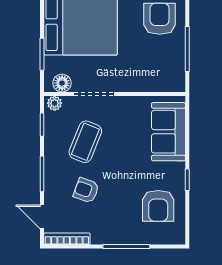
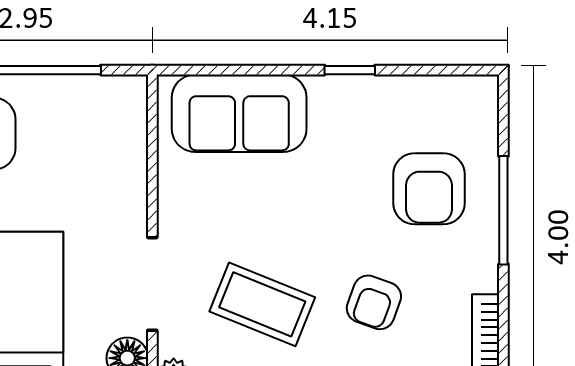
armchair: (158, 206) -> (429, 189), moved, turned 90

